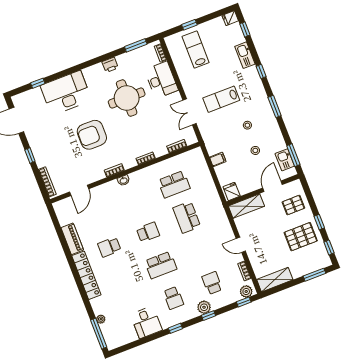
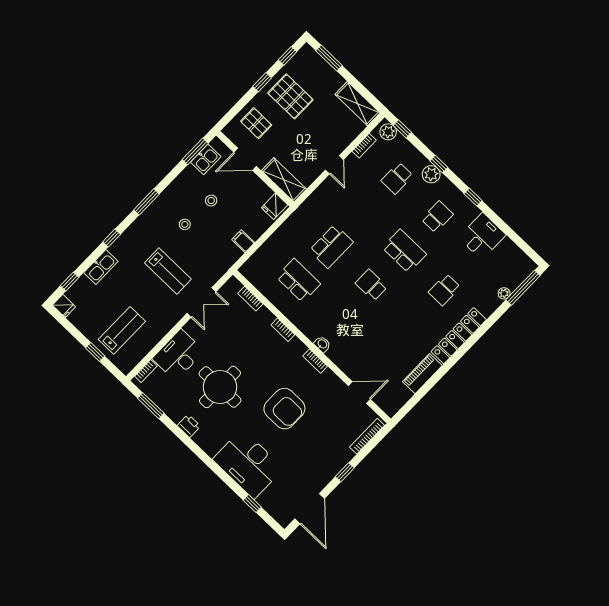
lab bench: (196, 50) -> (122, 330), turned 180
school desk: (109, 247) -> (444, 290), moved, turned 90

